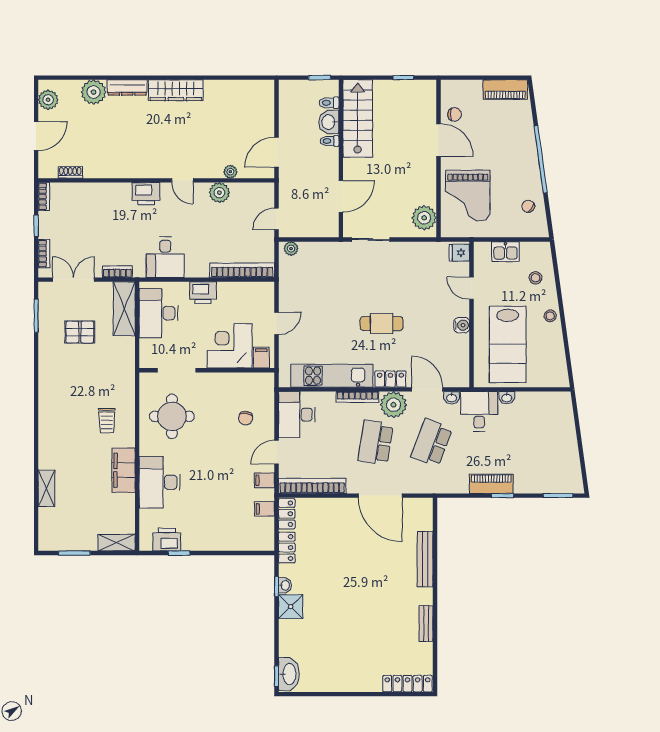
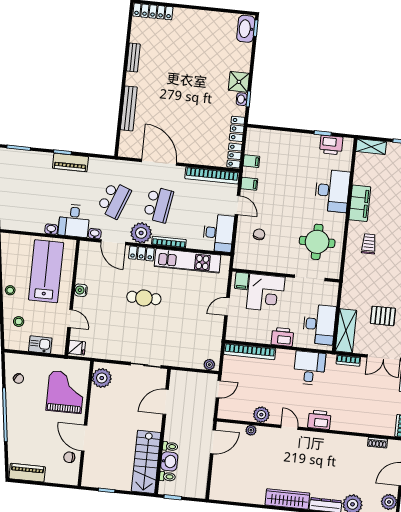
door: (276, 452) -> (237, 205), hinge flipped

